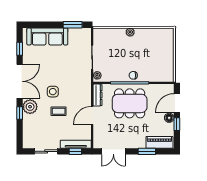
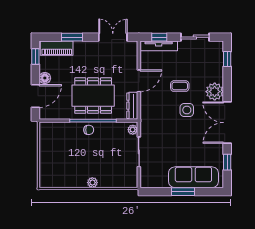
window: (73, 25) -> (183, 192), moved
window: (20, 113) -> (227, 59), moved
window: (177, 124) -> (35, 56), moved

